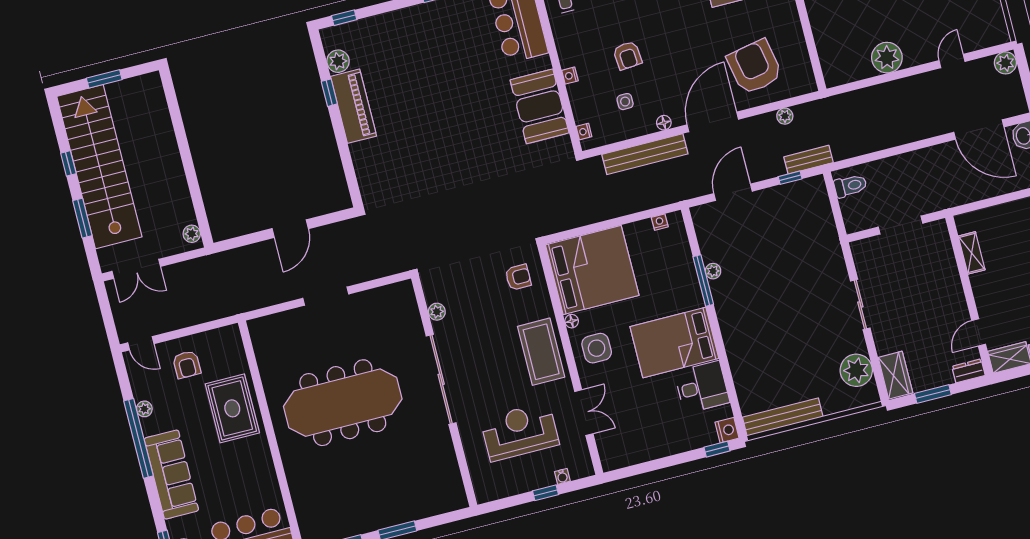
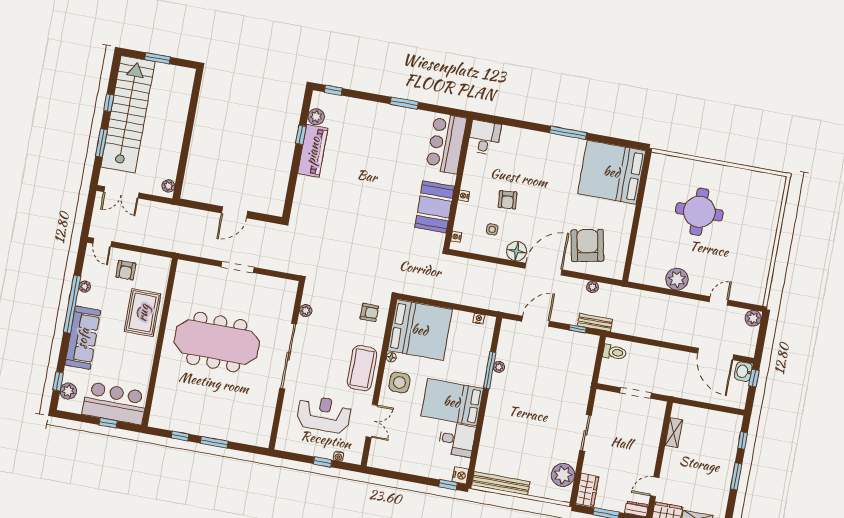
floor lamp: (664, 123) -> (517, 251), width x1.89, depth x1.89
bench: (645, 154) -> (489, 270), removed

